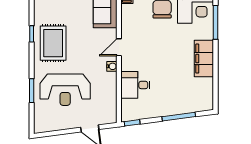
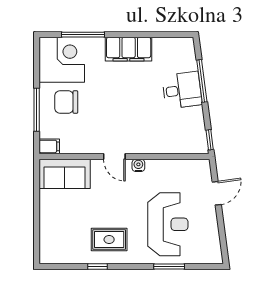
rug: (53, 43) -> (109, 240), width x0.73, depth x0.70
desk: (135, 85) -> (182, 90), moved, turned -98

